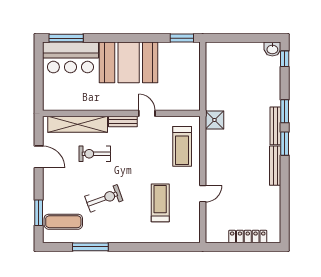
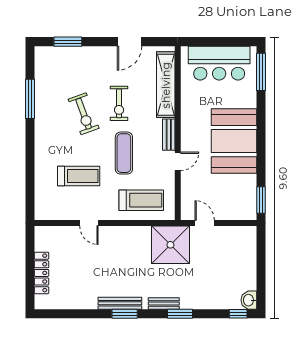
bar counter: (70, 57) -> (219, 63), moved, turned -90
door: (203, 89) -> (205, 223), added
shower: (214, 120) -> (170, 245), width x1.86, depth x1.86
bench: (275, 126) -> (164, 303), width x0.73
window: (285, 144) -> (125, 314), moved
treadmill: (182, 146) -> (141, 200), turned 180
exercise bike: (95, 154) -> (119, 103), moved, turned 180
exercise mat: (63, 222) -> (124, 153), moved

